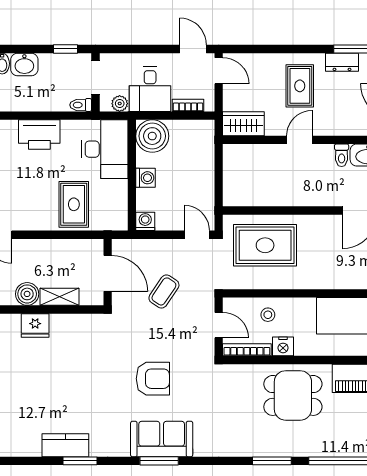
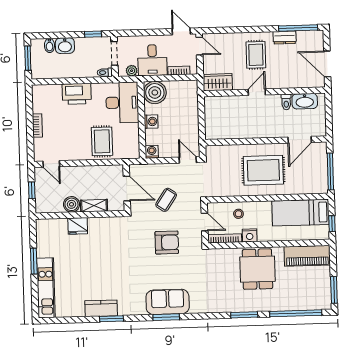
rug: (265, 245) -> (263, 170), moved
armchair: (153, 379) -> (167, 242), moved
dining table: (293, 395) -> (257, 269), turned 90

